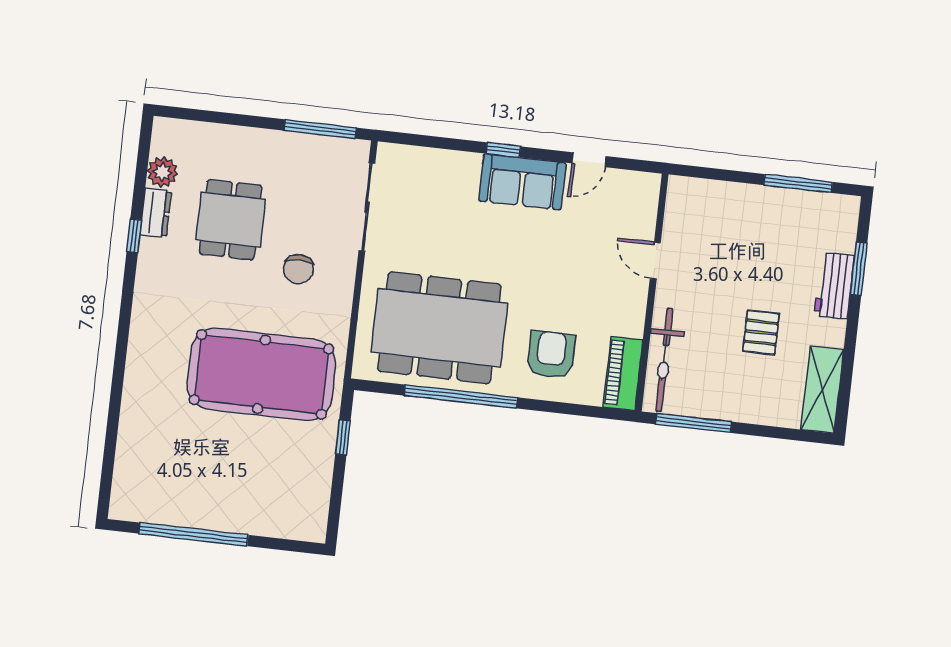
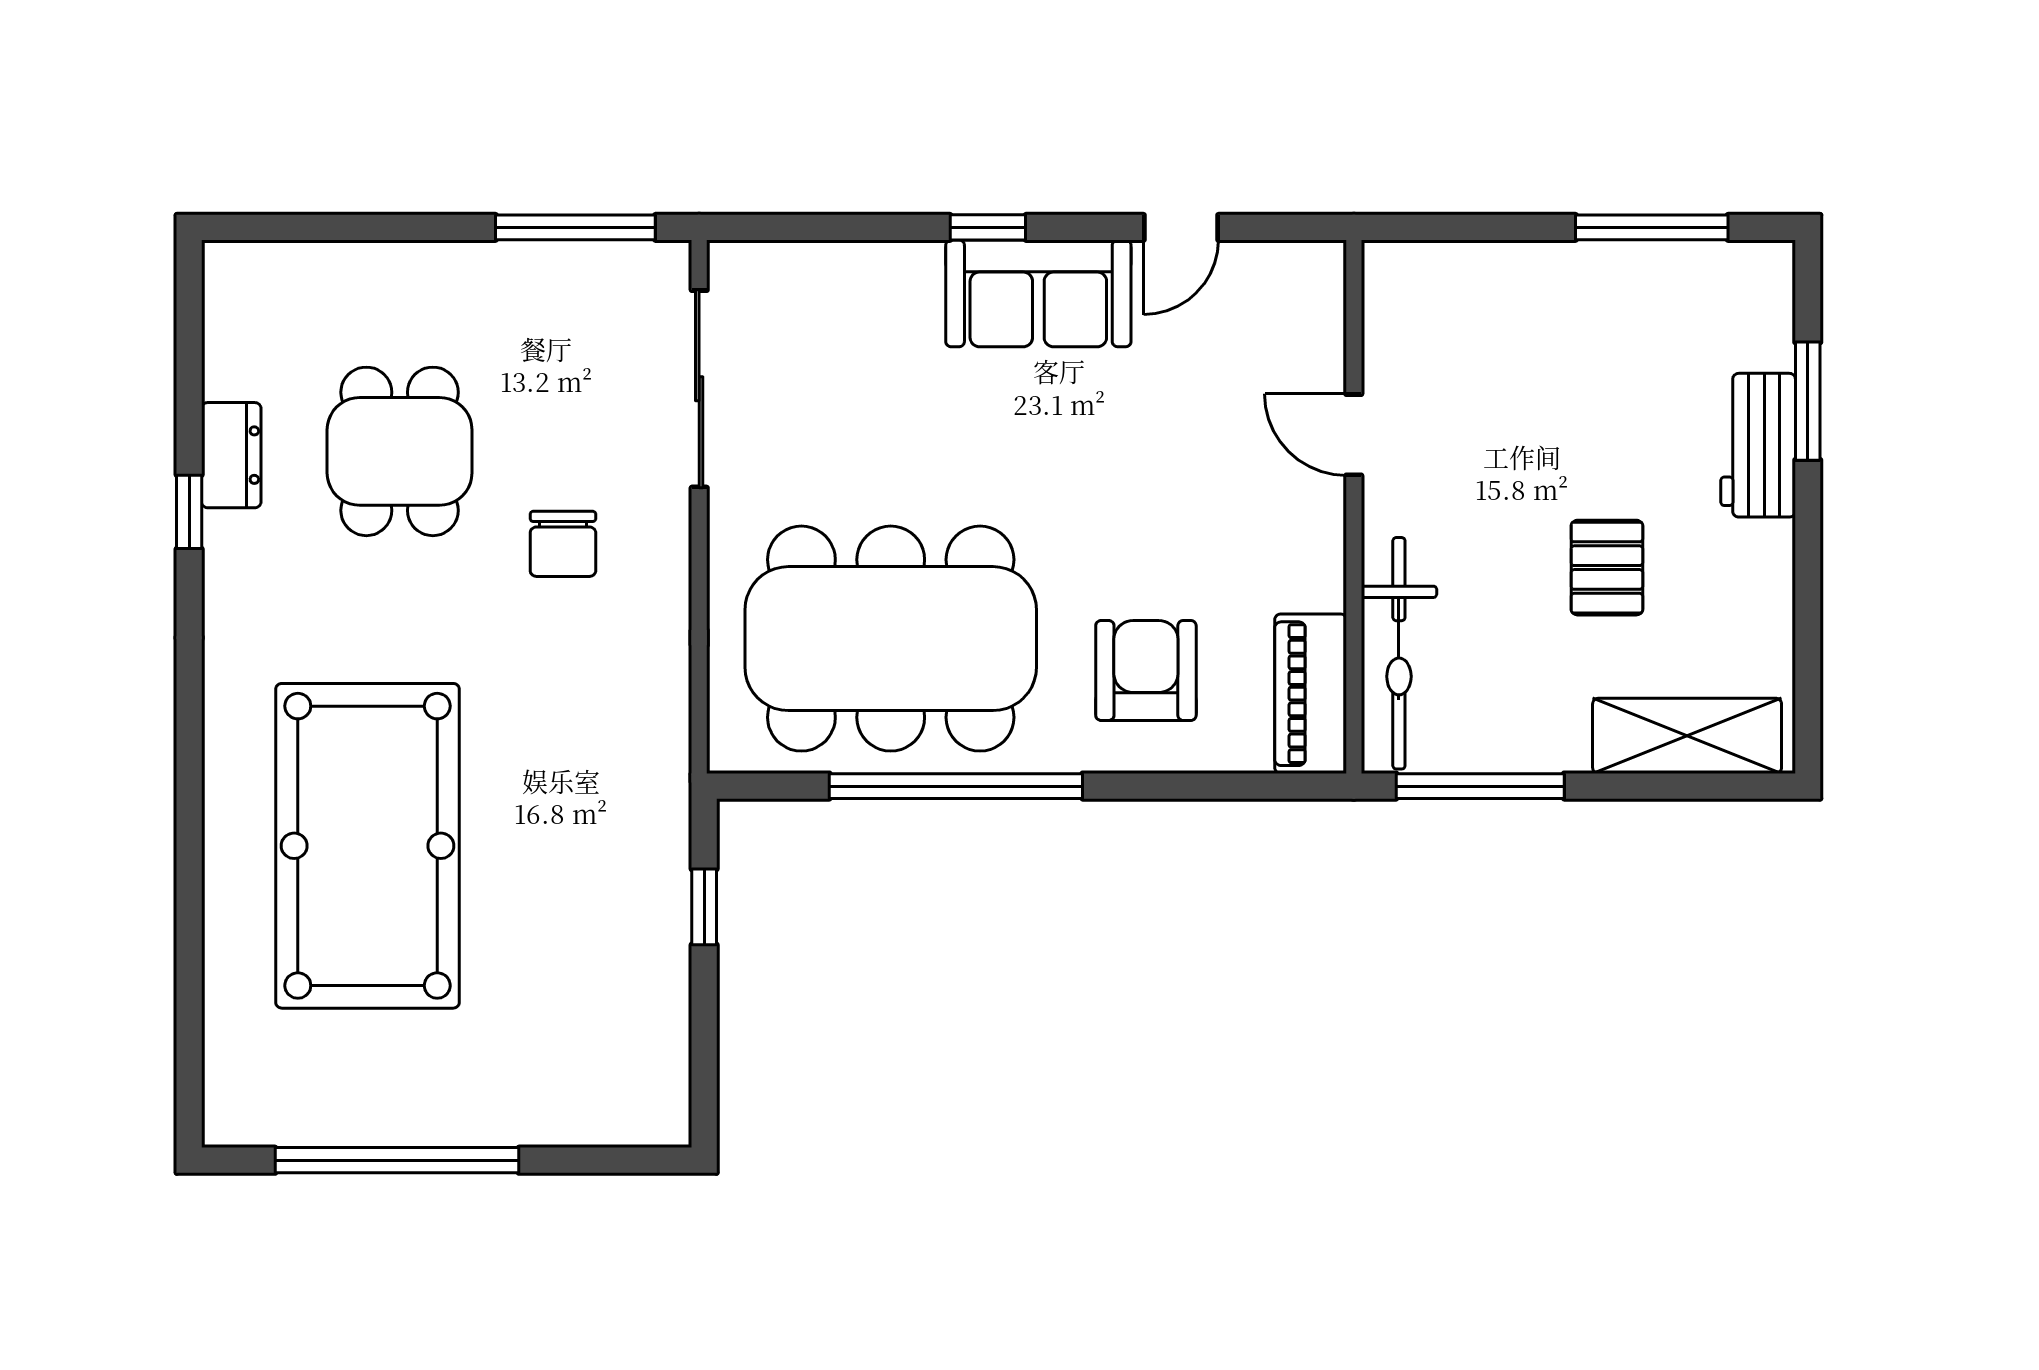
plant: (162, 172) -> (236, 363), removed
pool table: (261, 374) -> (368, 846), moved, turned 90
shelving: (822, 390) -> (1687, 736), moved, turned 90

